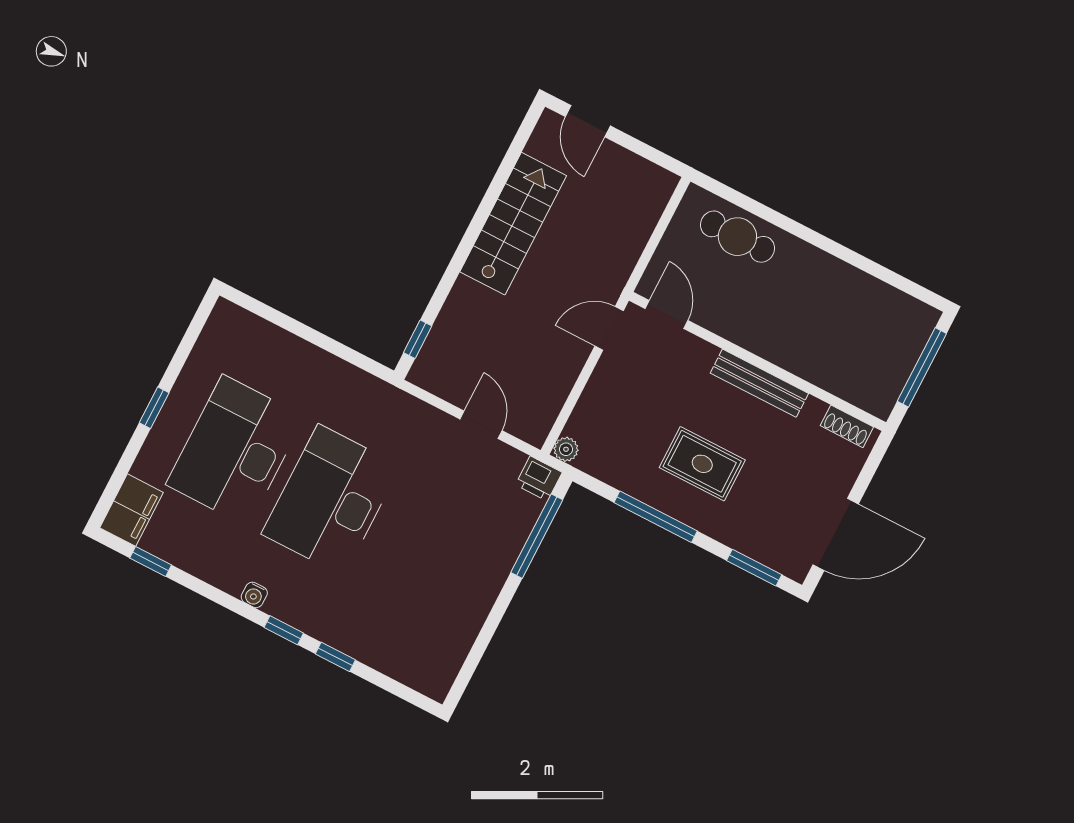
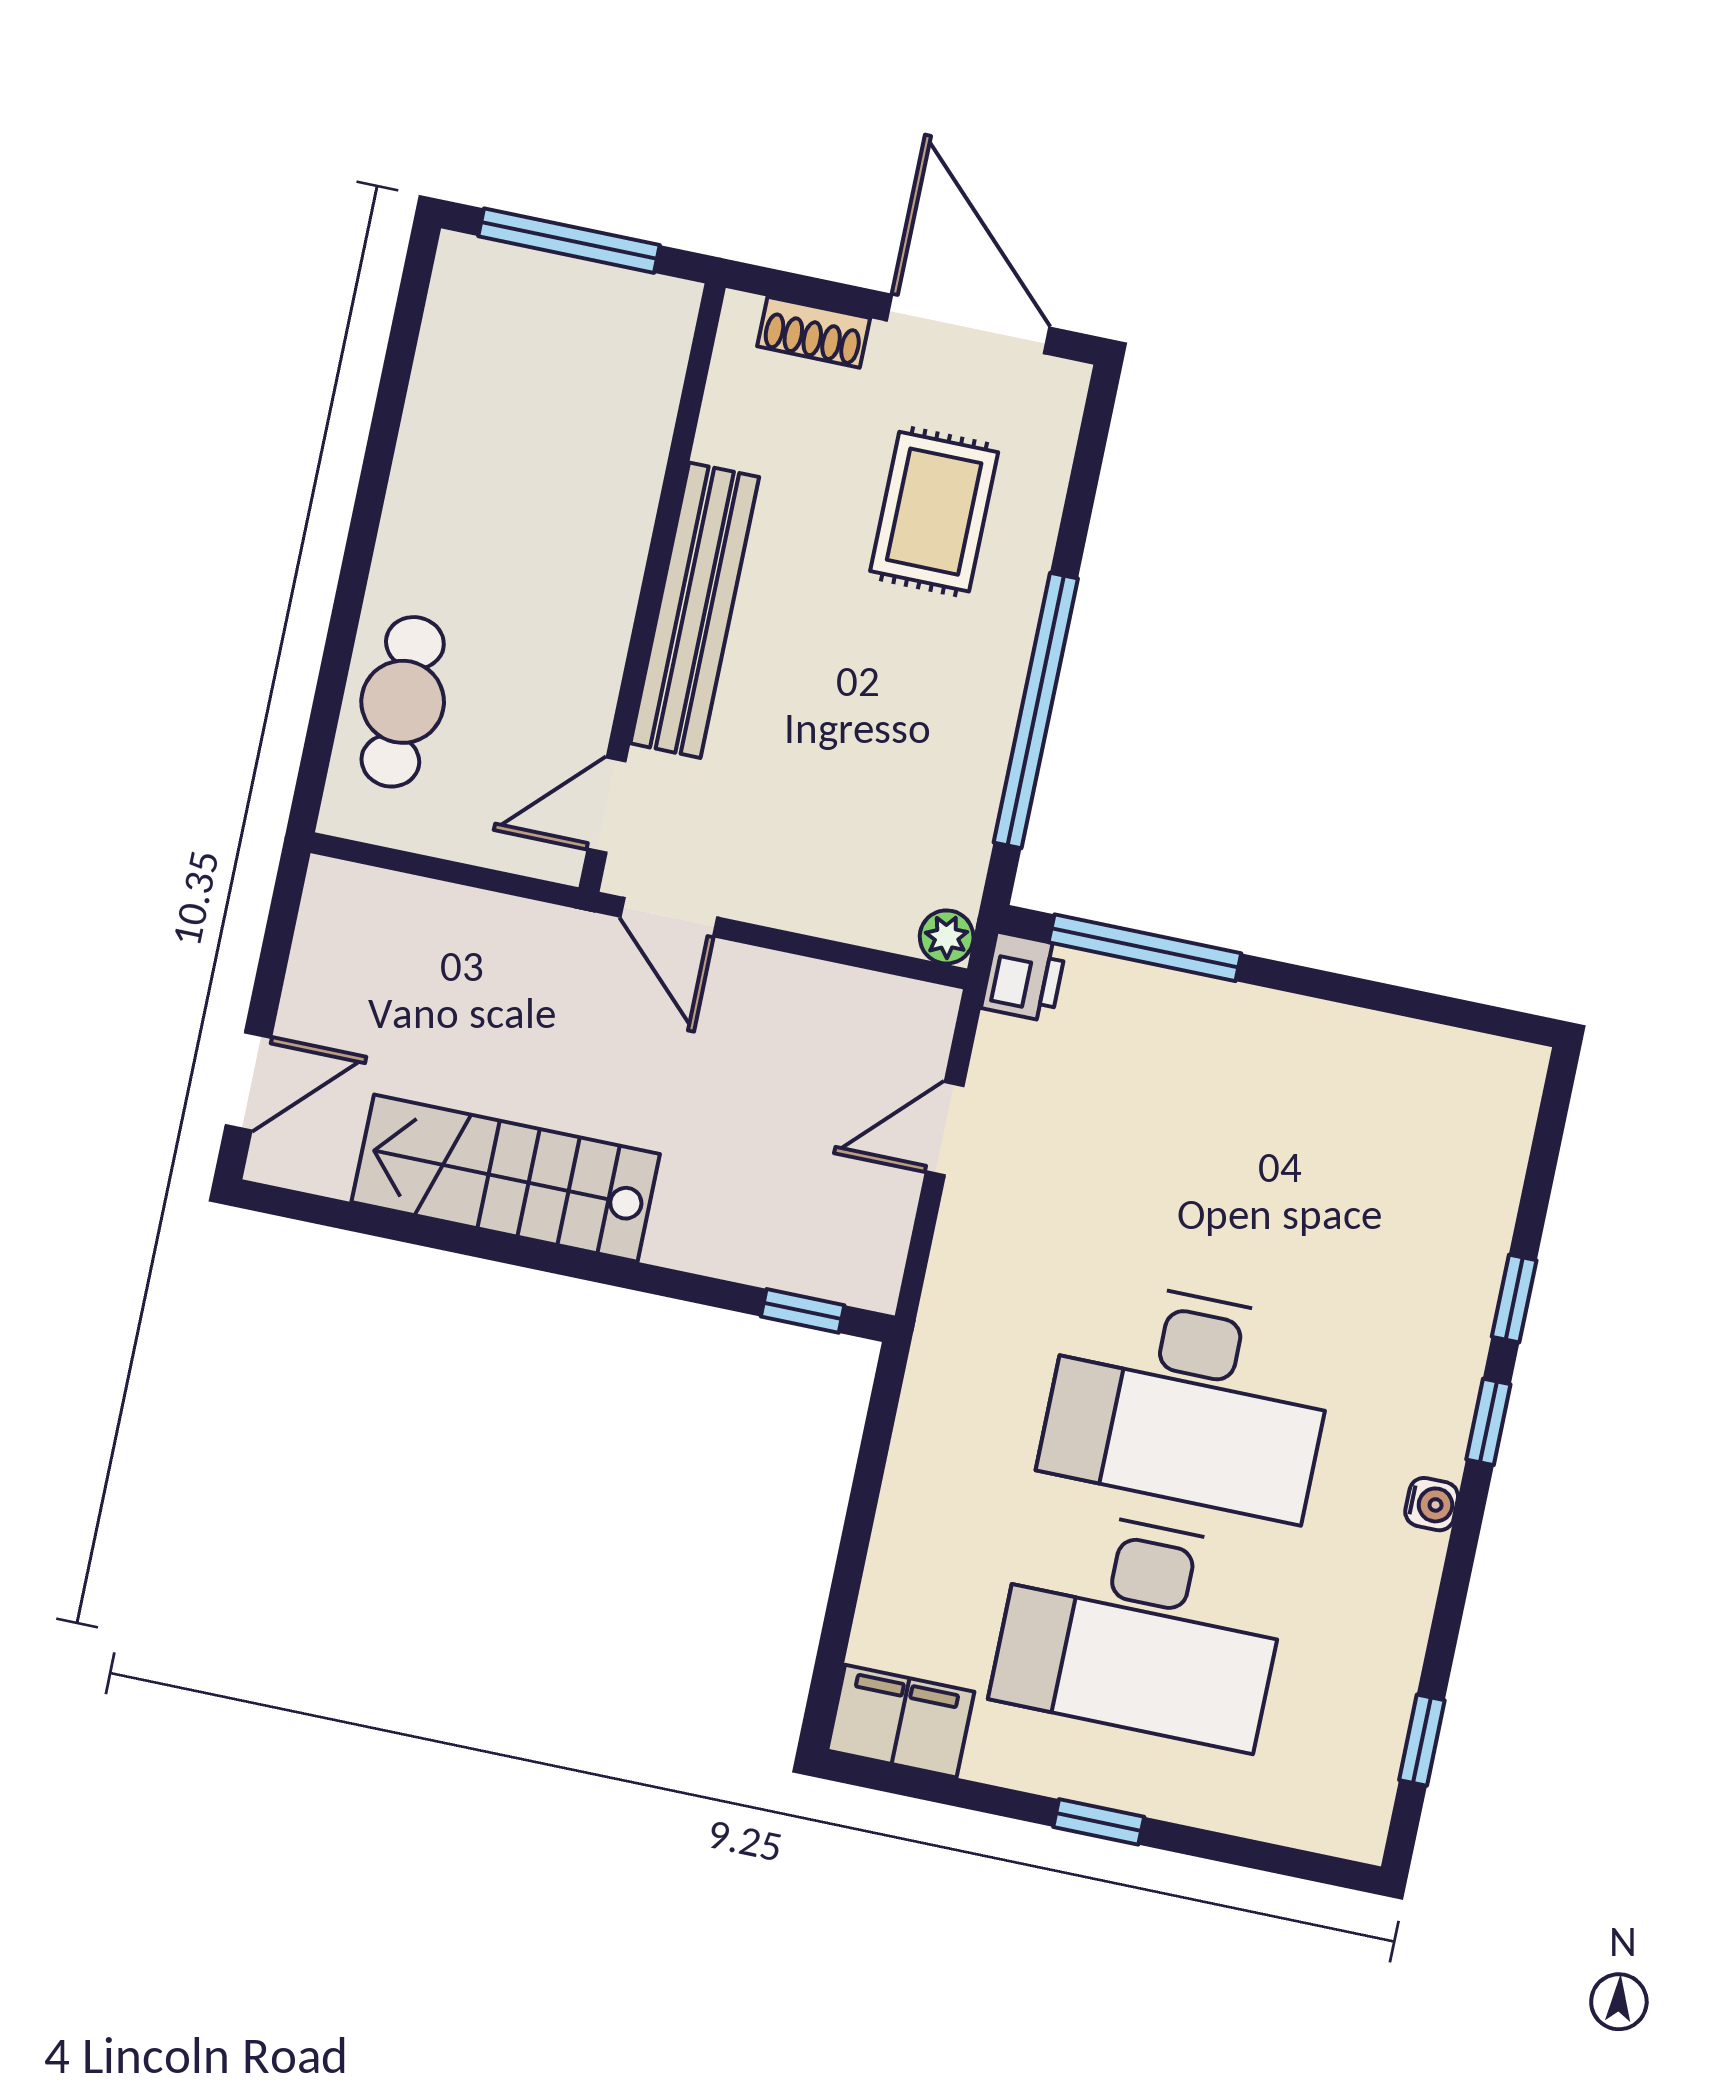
bench: (759, 383) -> (695, 610), width x1.37, depth x1.21
shoe rack: (847, 426) -> (814, 332), moved, turned 90
rug: (702, 464) -> (934, 512), moved
filing cabinet: (132, 510) -> (901, 1721), moved
window: (656, 517) -> (1036, 710), width x1.46
window: (754, 568) -> (1085, 475), removed

